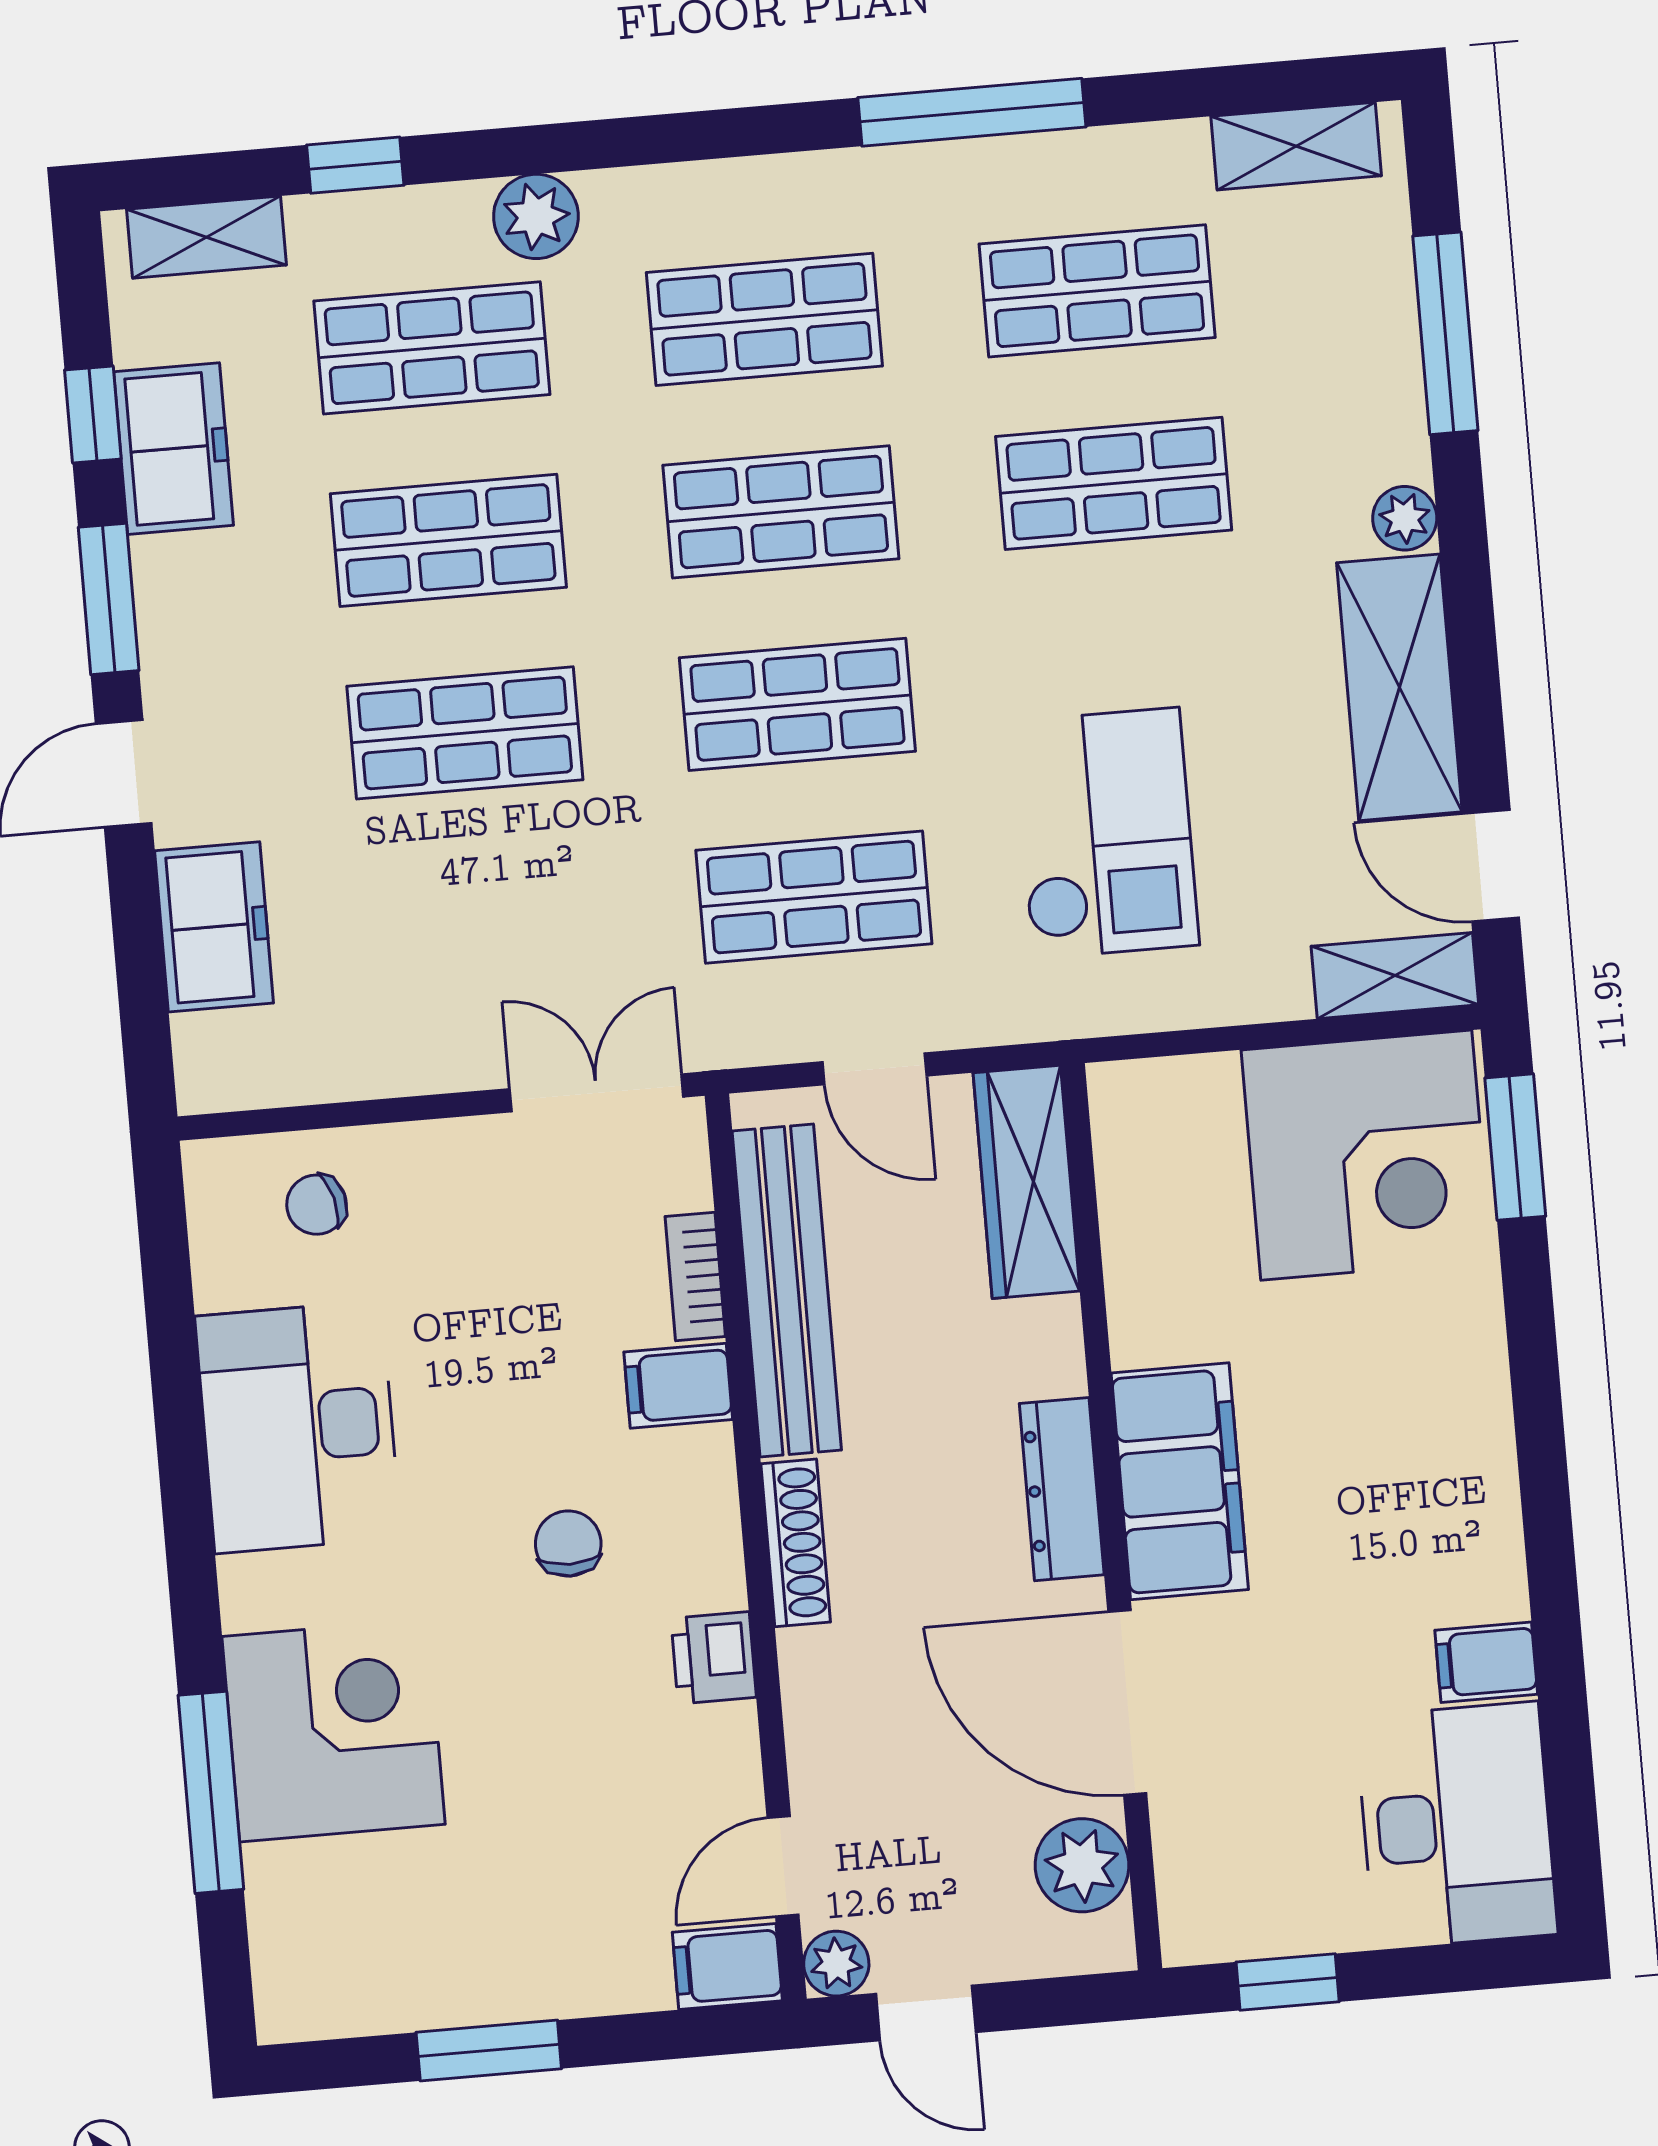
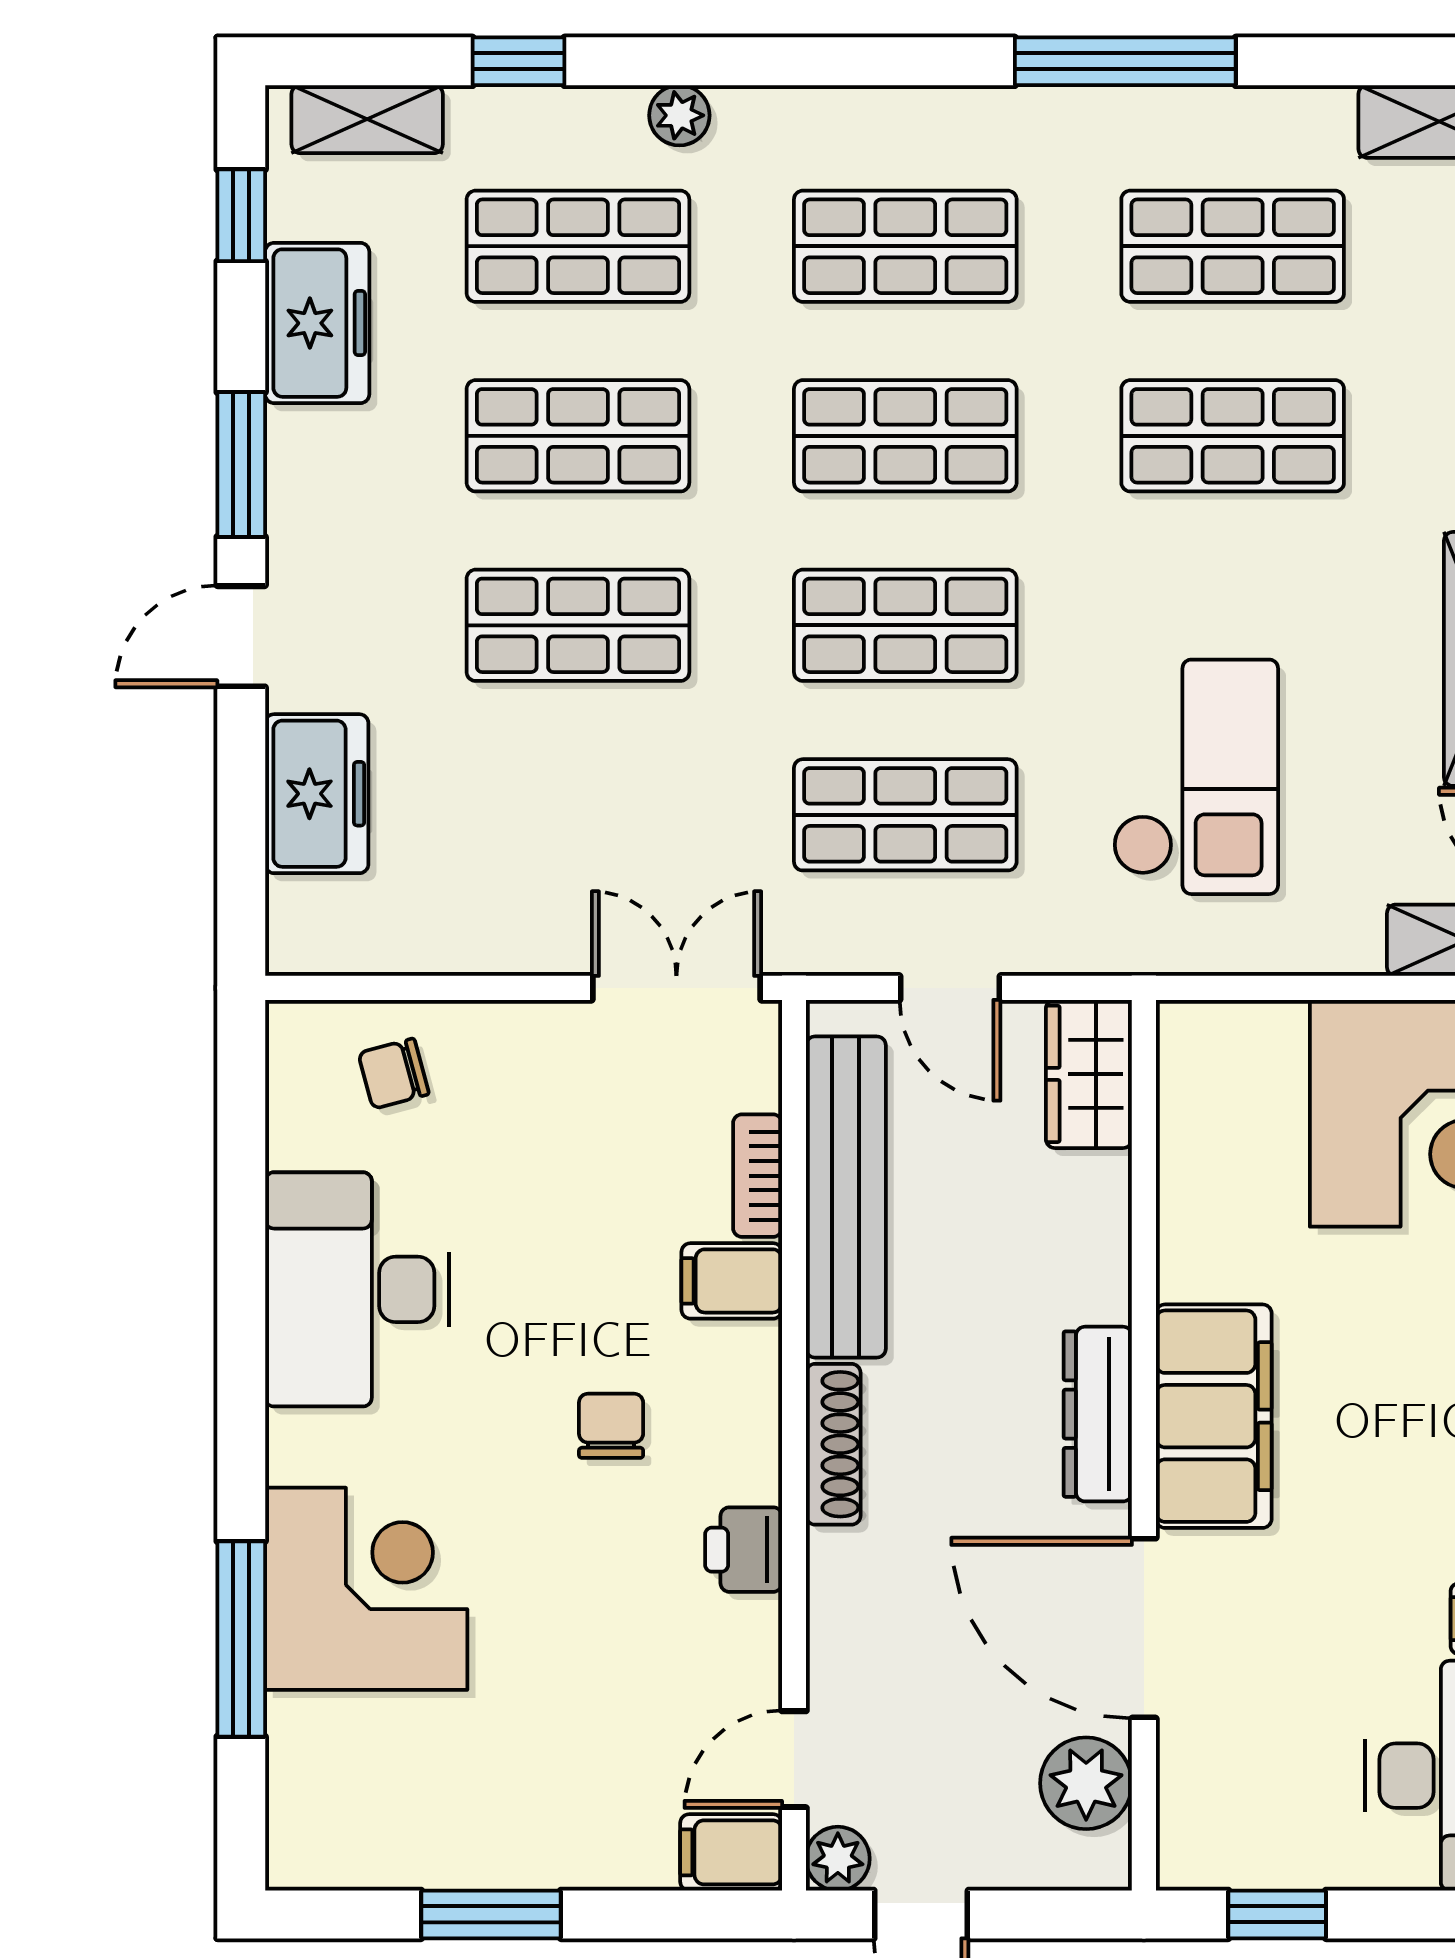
plant: (536, 216) -> (679, 115), width x0.73, depth x0.73
window: (93, 415) -> (241, 215), moved
wardrobe: (1026, 1182) -> (1089, 1074), width x0.67

